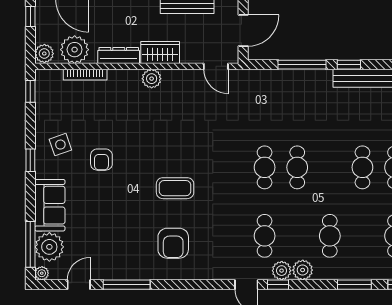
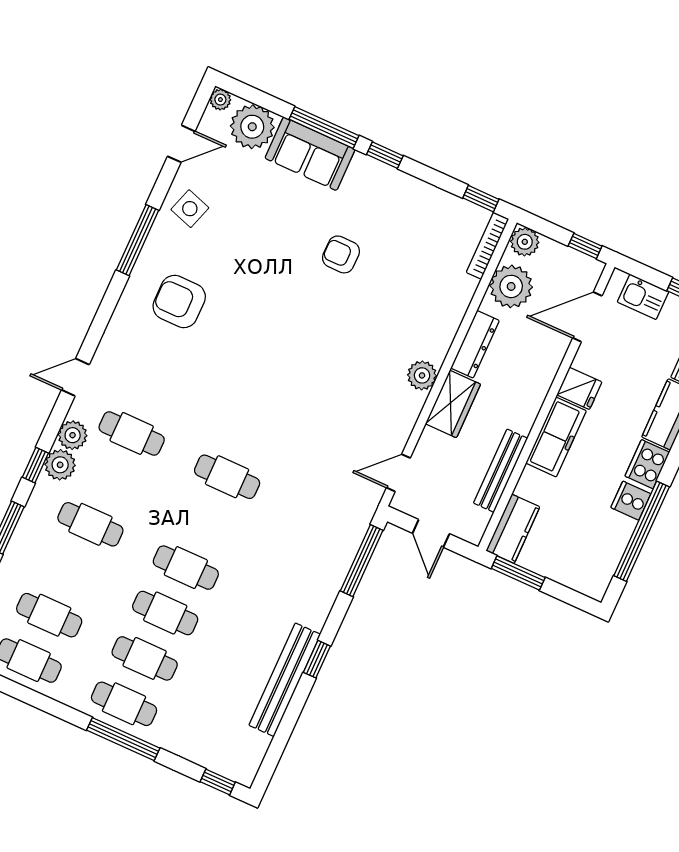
door: (243, 31) -> (431, 533), width x0.73
window: (302, 65) -> (362, 561), moved
bookcase: (85, 75) -> (488, 246), moved
side table: (60, 145) -> (190, 209), moved, turned 37
cafe table: (297, 167) -> (186, 568), moved
coffee table: (175, 188) -> (255, 339), removed
window: (30, 244) -> (324, 127), moved
door: (79, 285) -> (181, 144), hinge flipped
window: (127, 285) -> (138, 240), moved
window: (278, 285) -> (35, 465), moved

